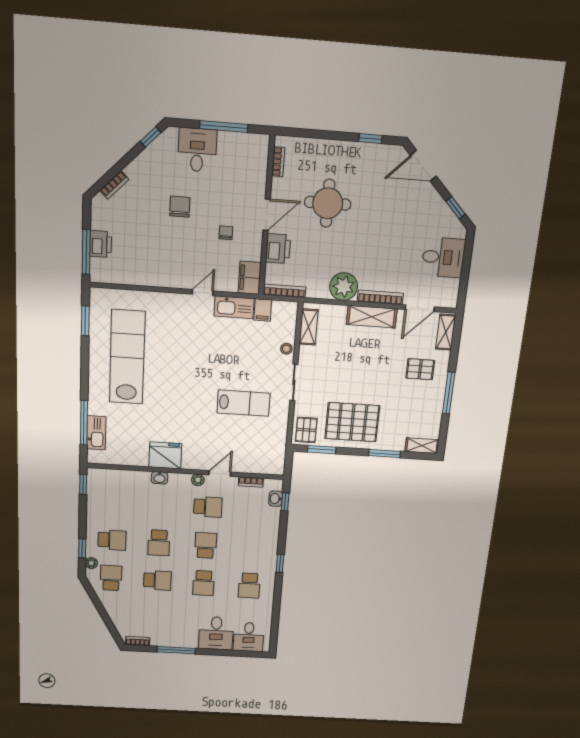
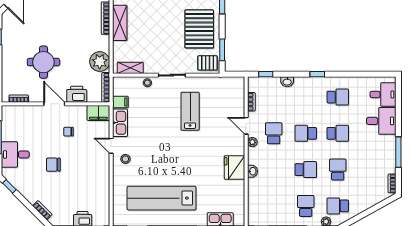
plant: (344, 287) -> (100, 62), moved
stool: (183, 311) -> (125, 159), added
washbasin: (276, 499) -> (287, 82), moved

